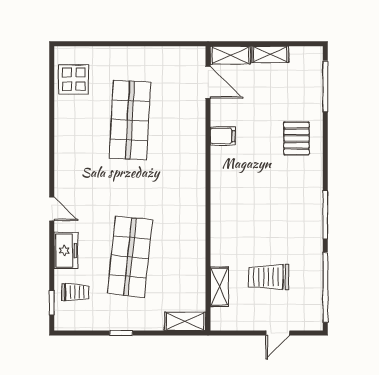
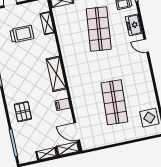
shelving: (223, 193) -> (56, 74), added

